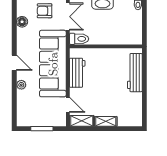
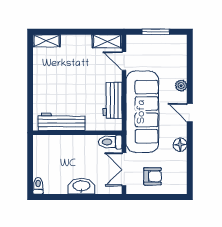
floor lamp: (22, 22) -> (180, 145), moved
workbench: (135, 73) -> (61, 122), moved, turned -90
shelving: (106, 121) -> (46, 41), moved

